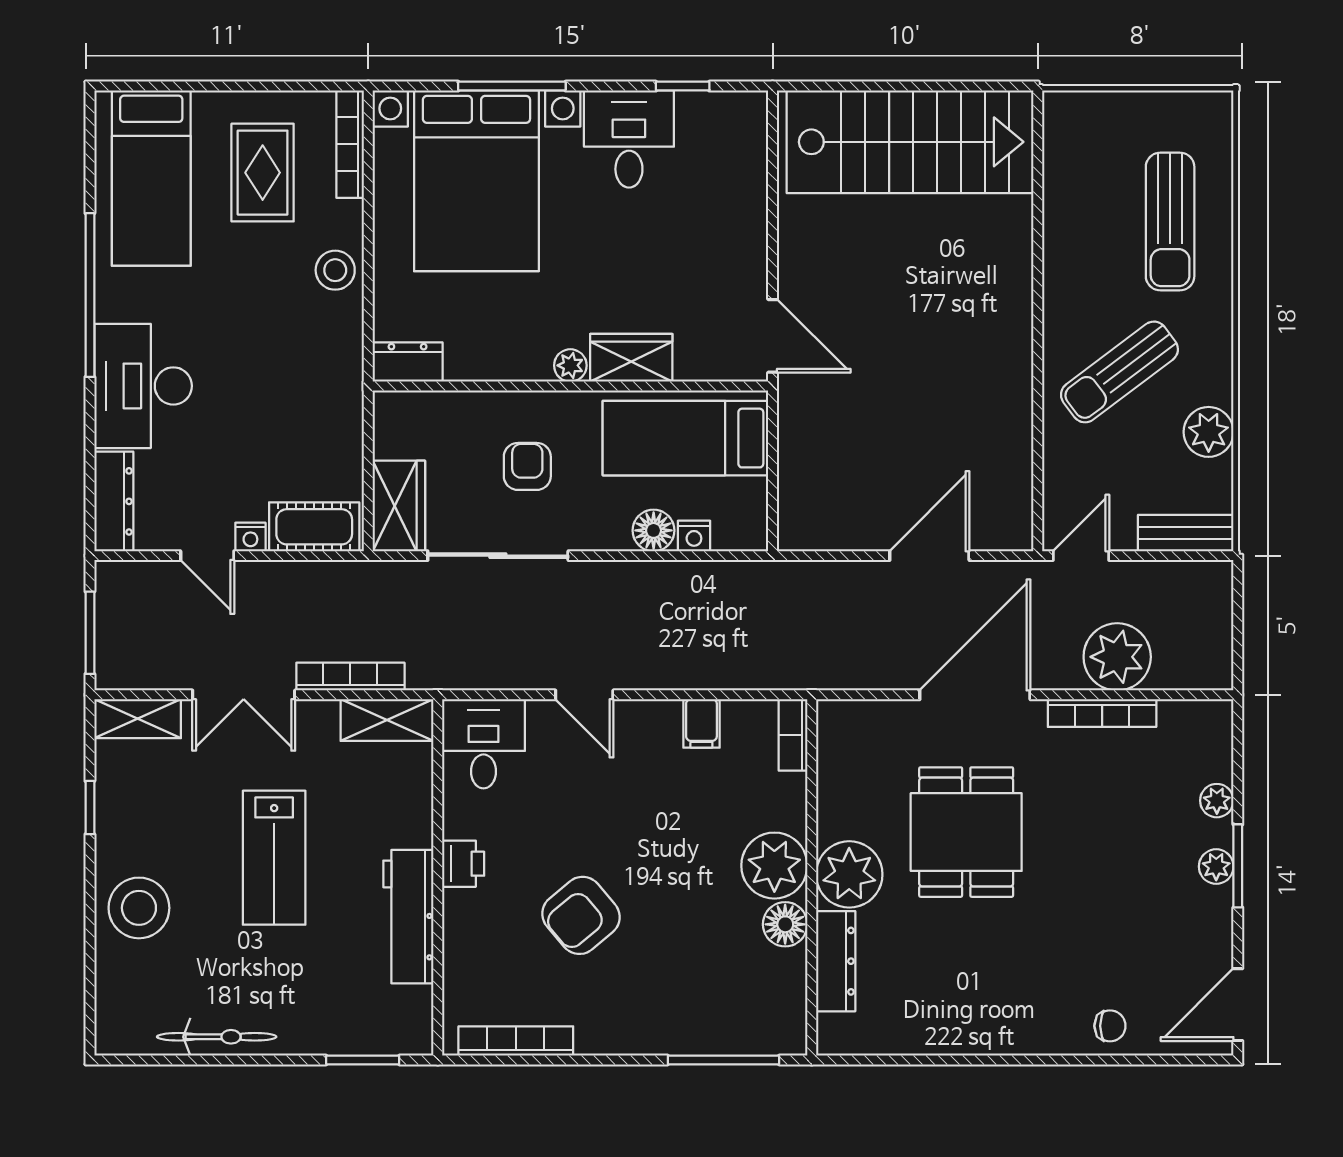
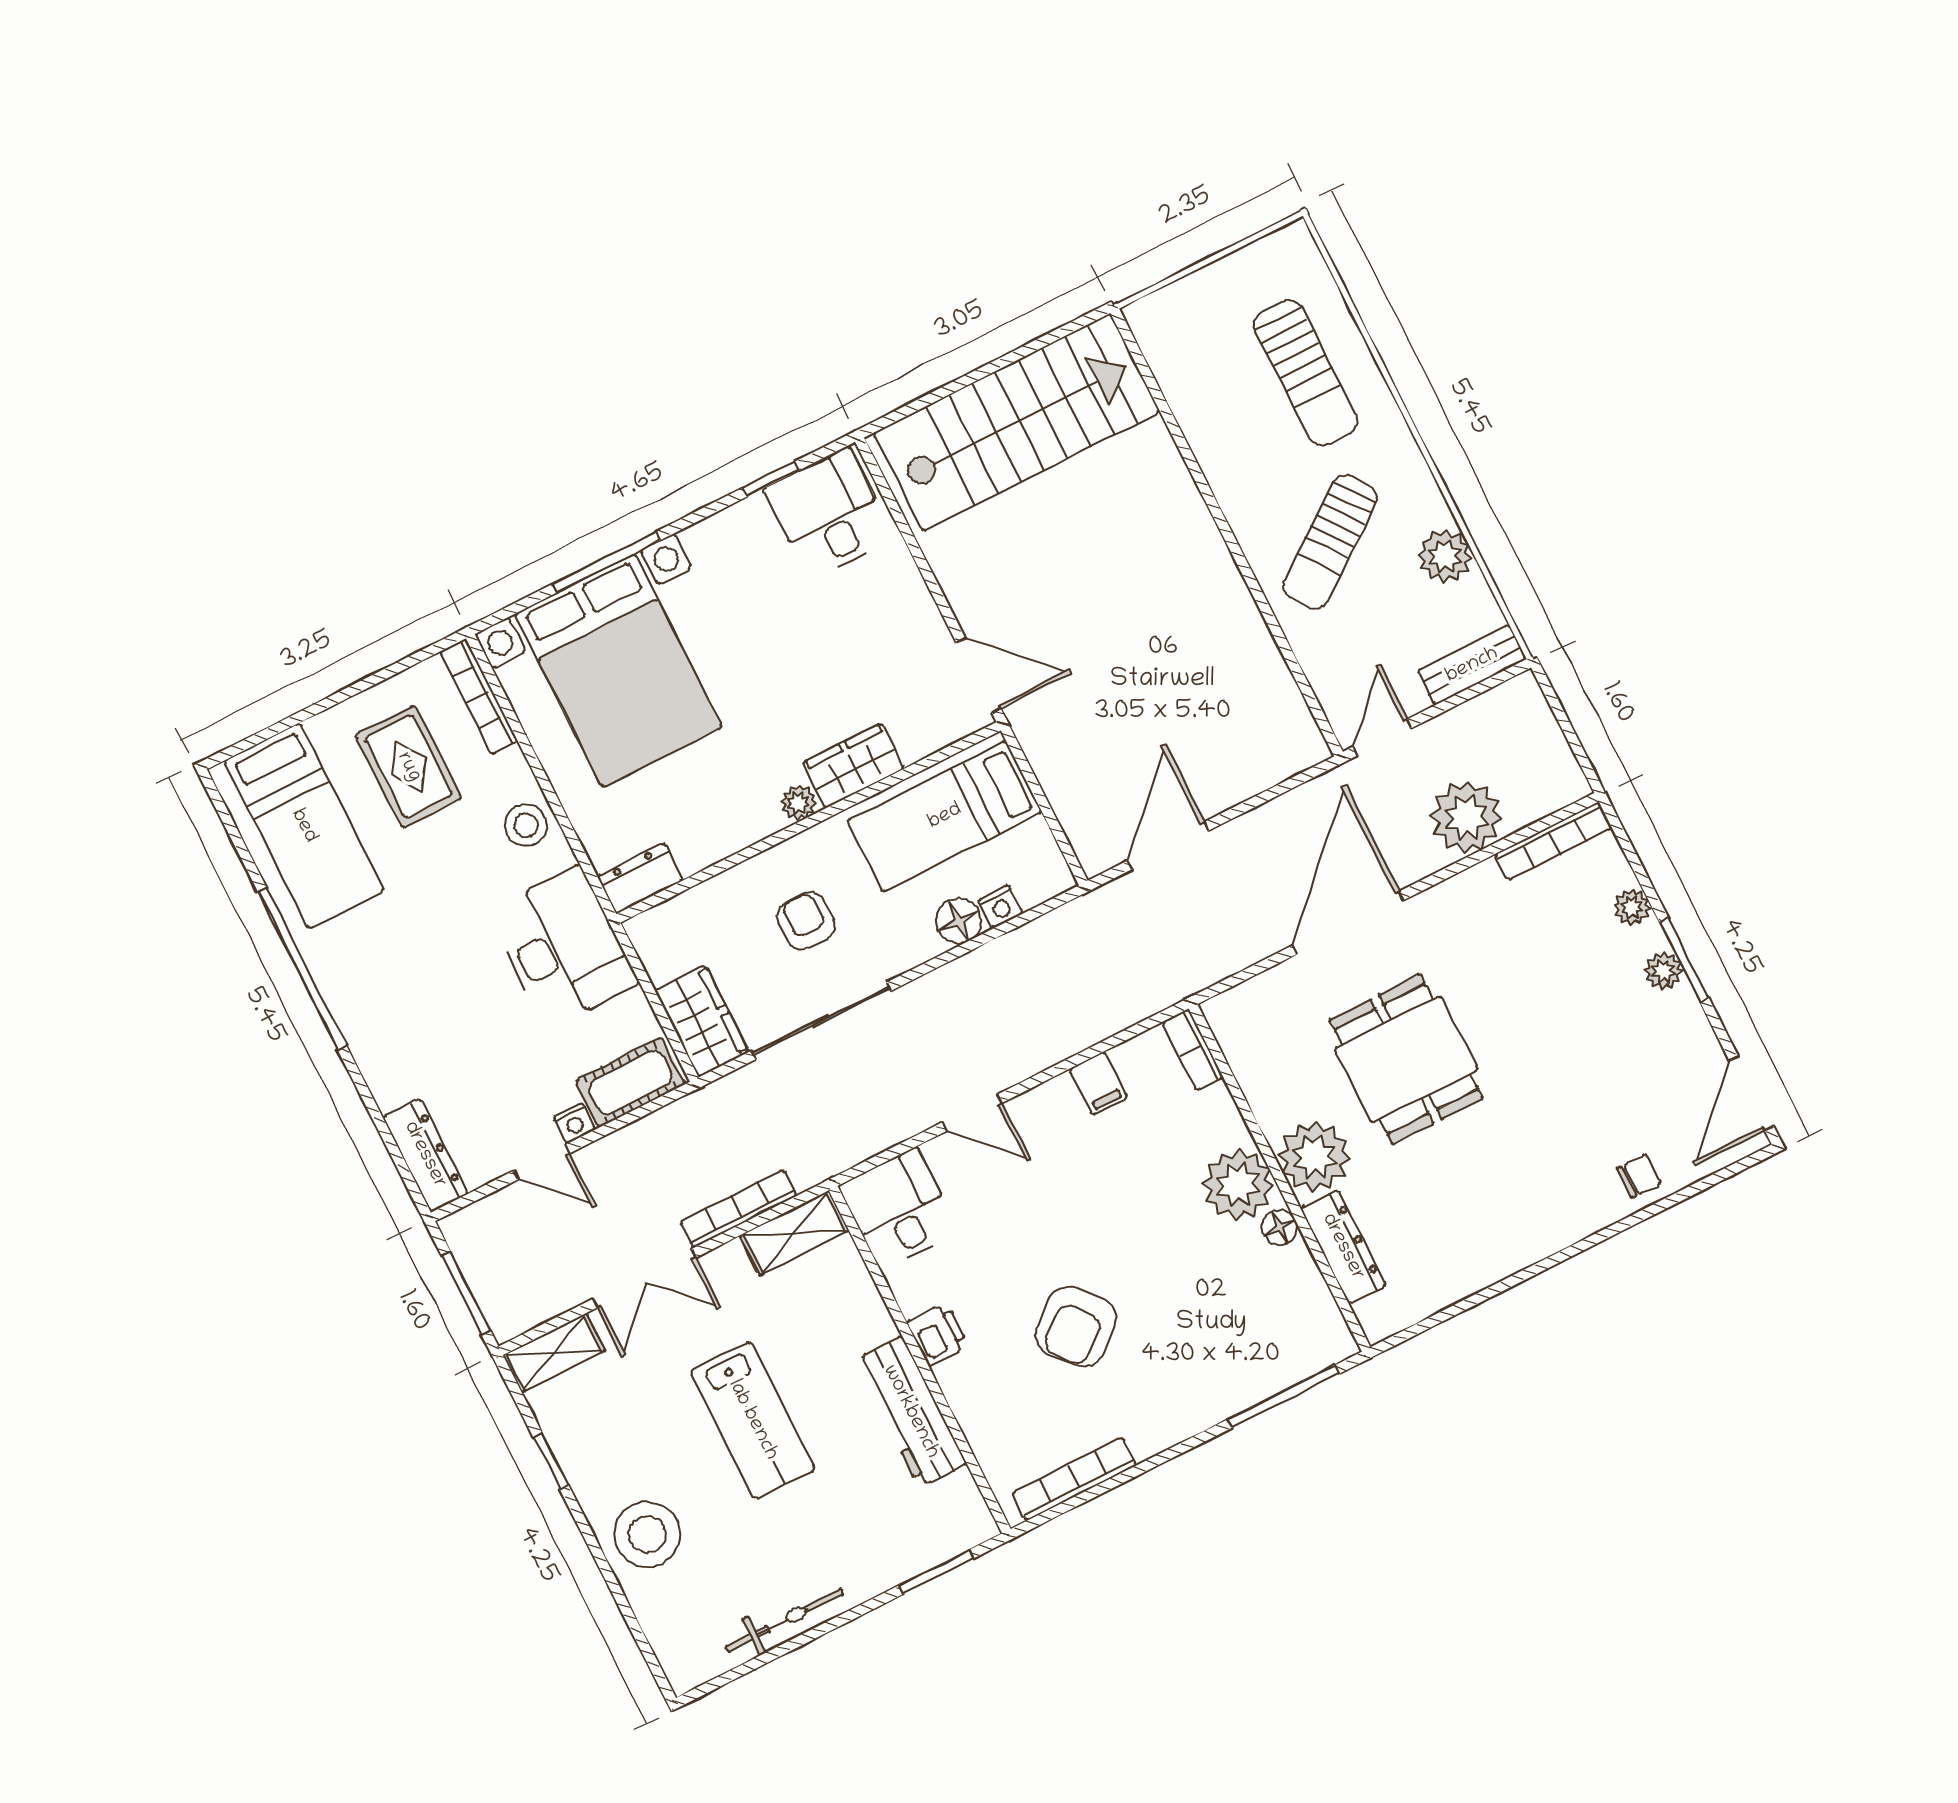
desk: (629, 139) -> (829, 514), moved
desk: (143, 386) -> (563, 947), moved, turned 180
door: (929, 556) -> (1168, 846), moved
bookcase: (1102, 713) -> (1553, 841), moved
floor lamp: (785, 924) -> (1280, 1227), width x0.73, depth x0.73

